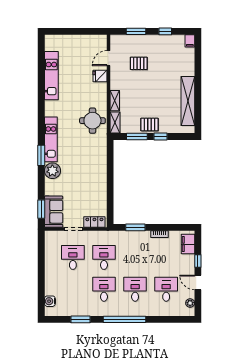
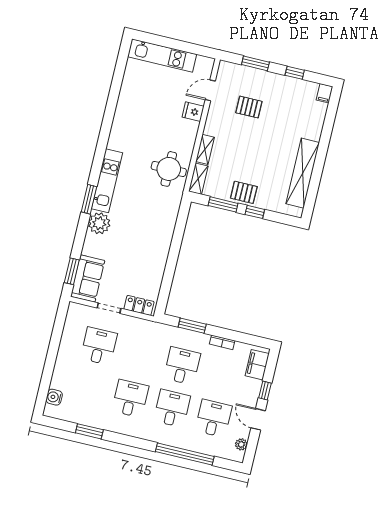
kitchen unit: (51, 76) -> (162, 55), moved, turned 90
desk: (104, 257) -> (182, 366), moved
window: (125, 319) -> (185, 454), moved

